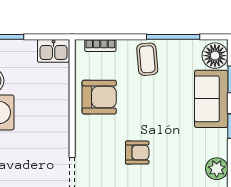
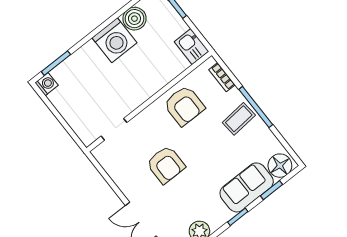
window: (173, 37) -> (256, 107), moved
armchair: (137, 153) -> (166, 165), width x1.38, depth x1.38

